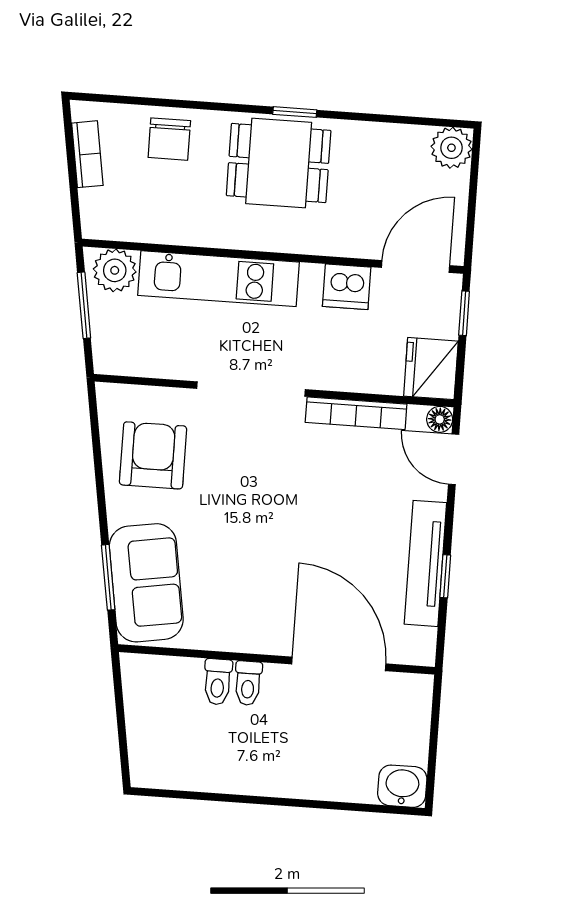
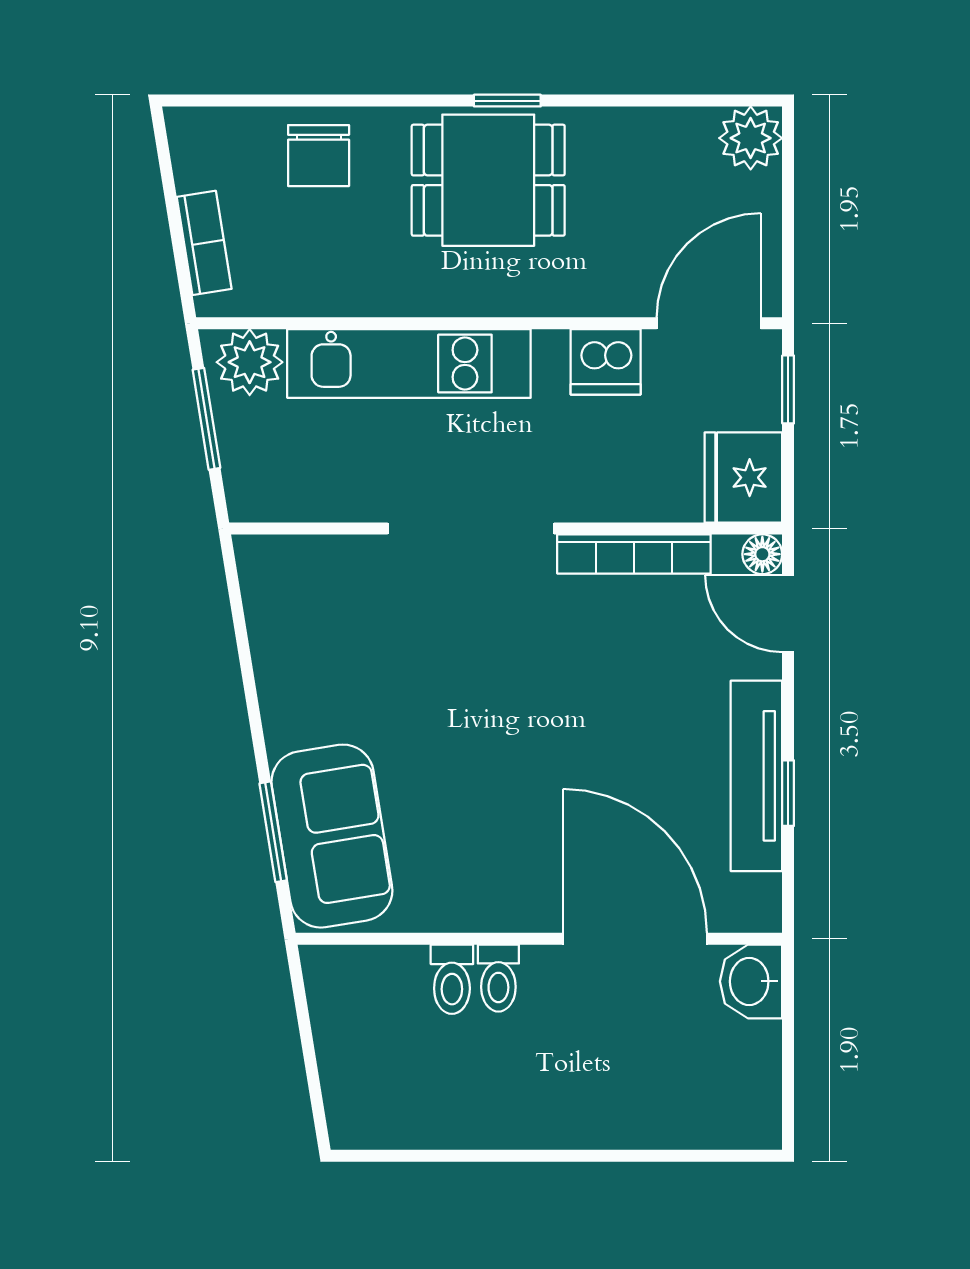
bookcase: (87, 154) -> (204, 243), moved
armchair: (153, 455) -> (328, 641), removed
washbasin: (402, 786) -> (751, 981), moved, turned -90

